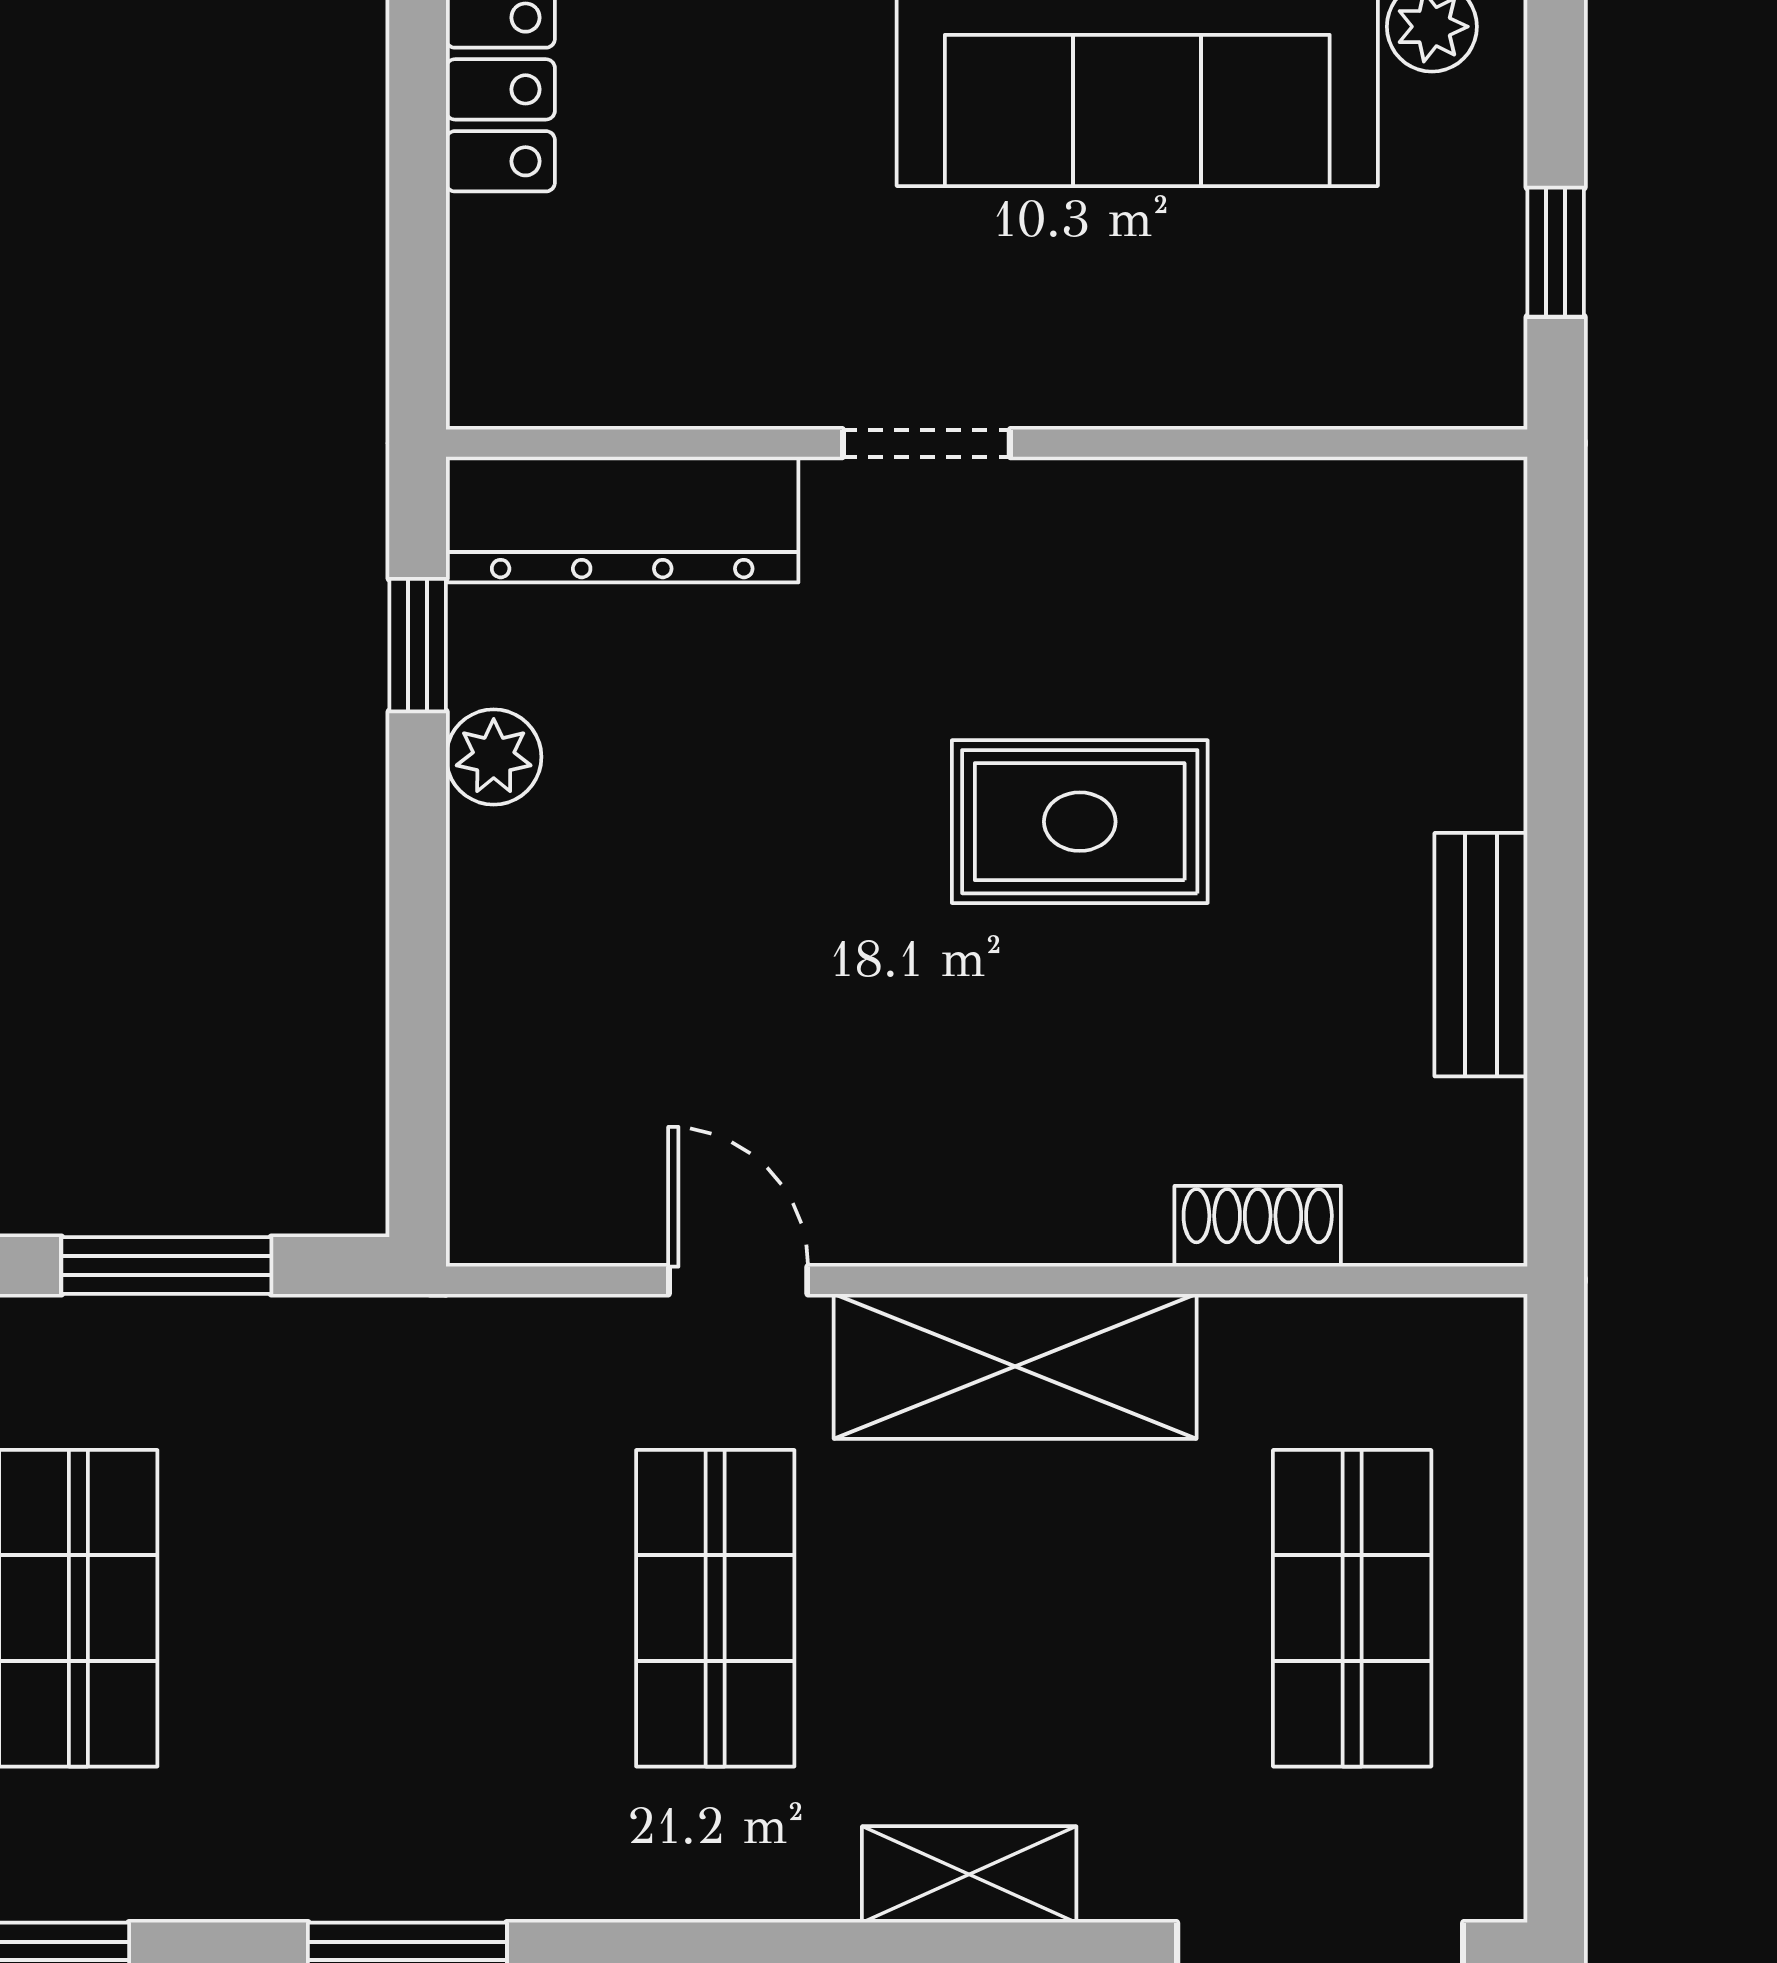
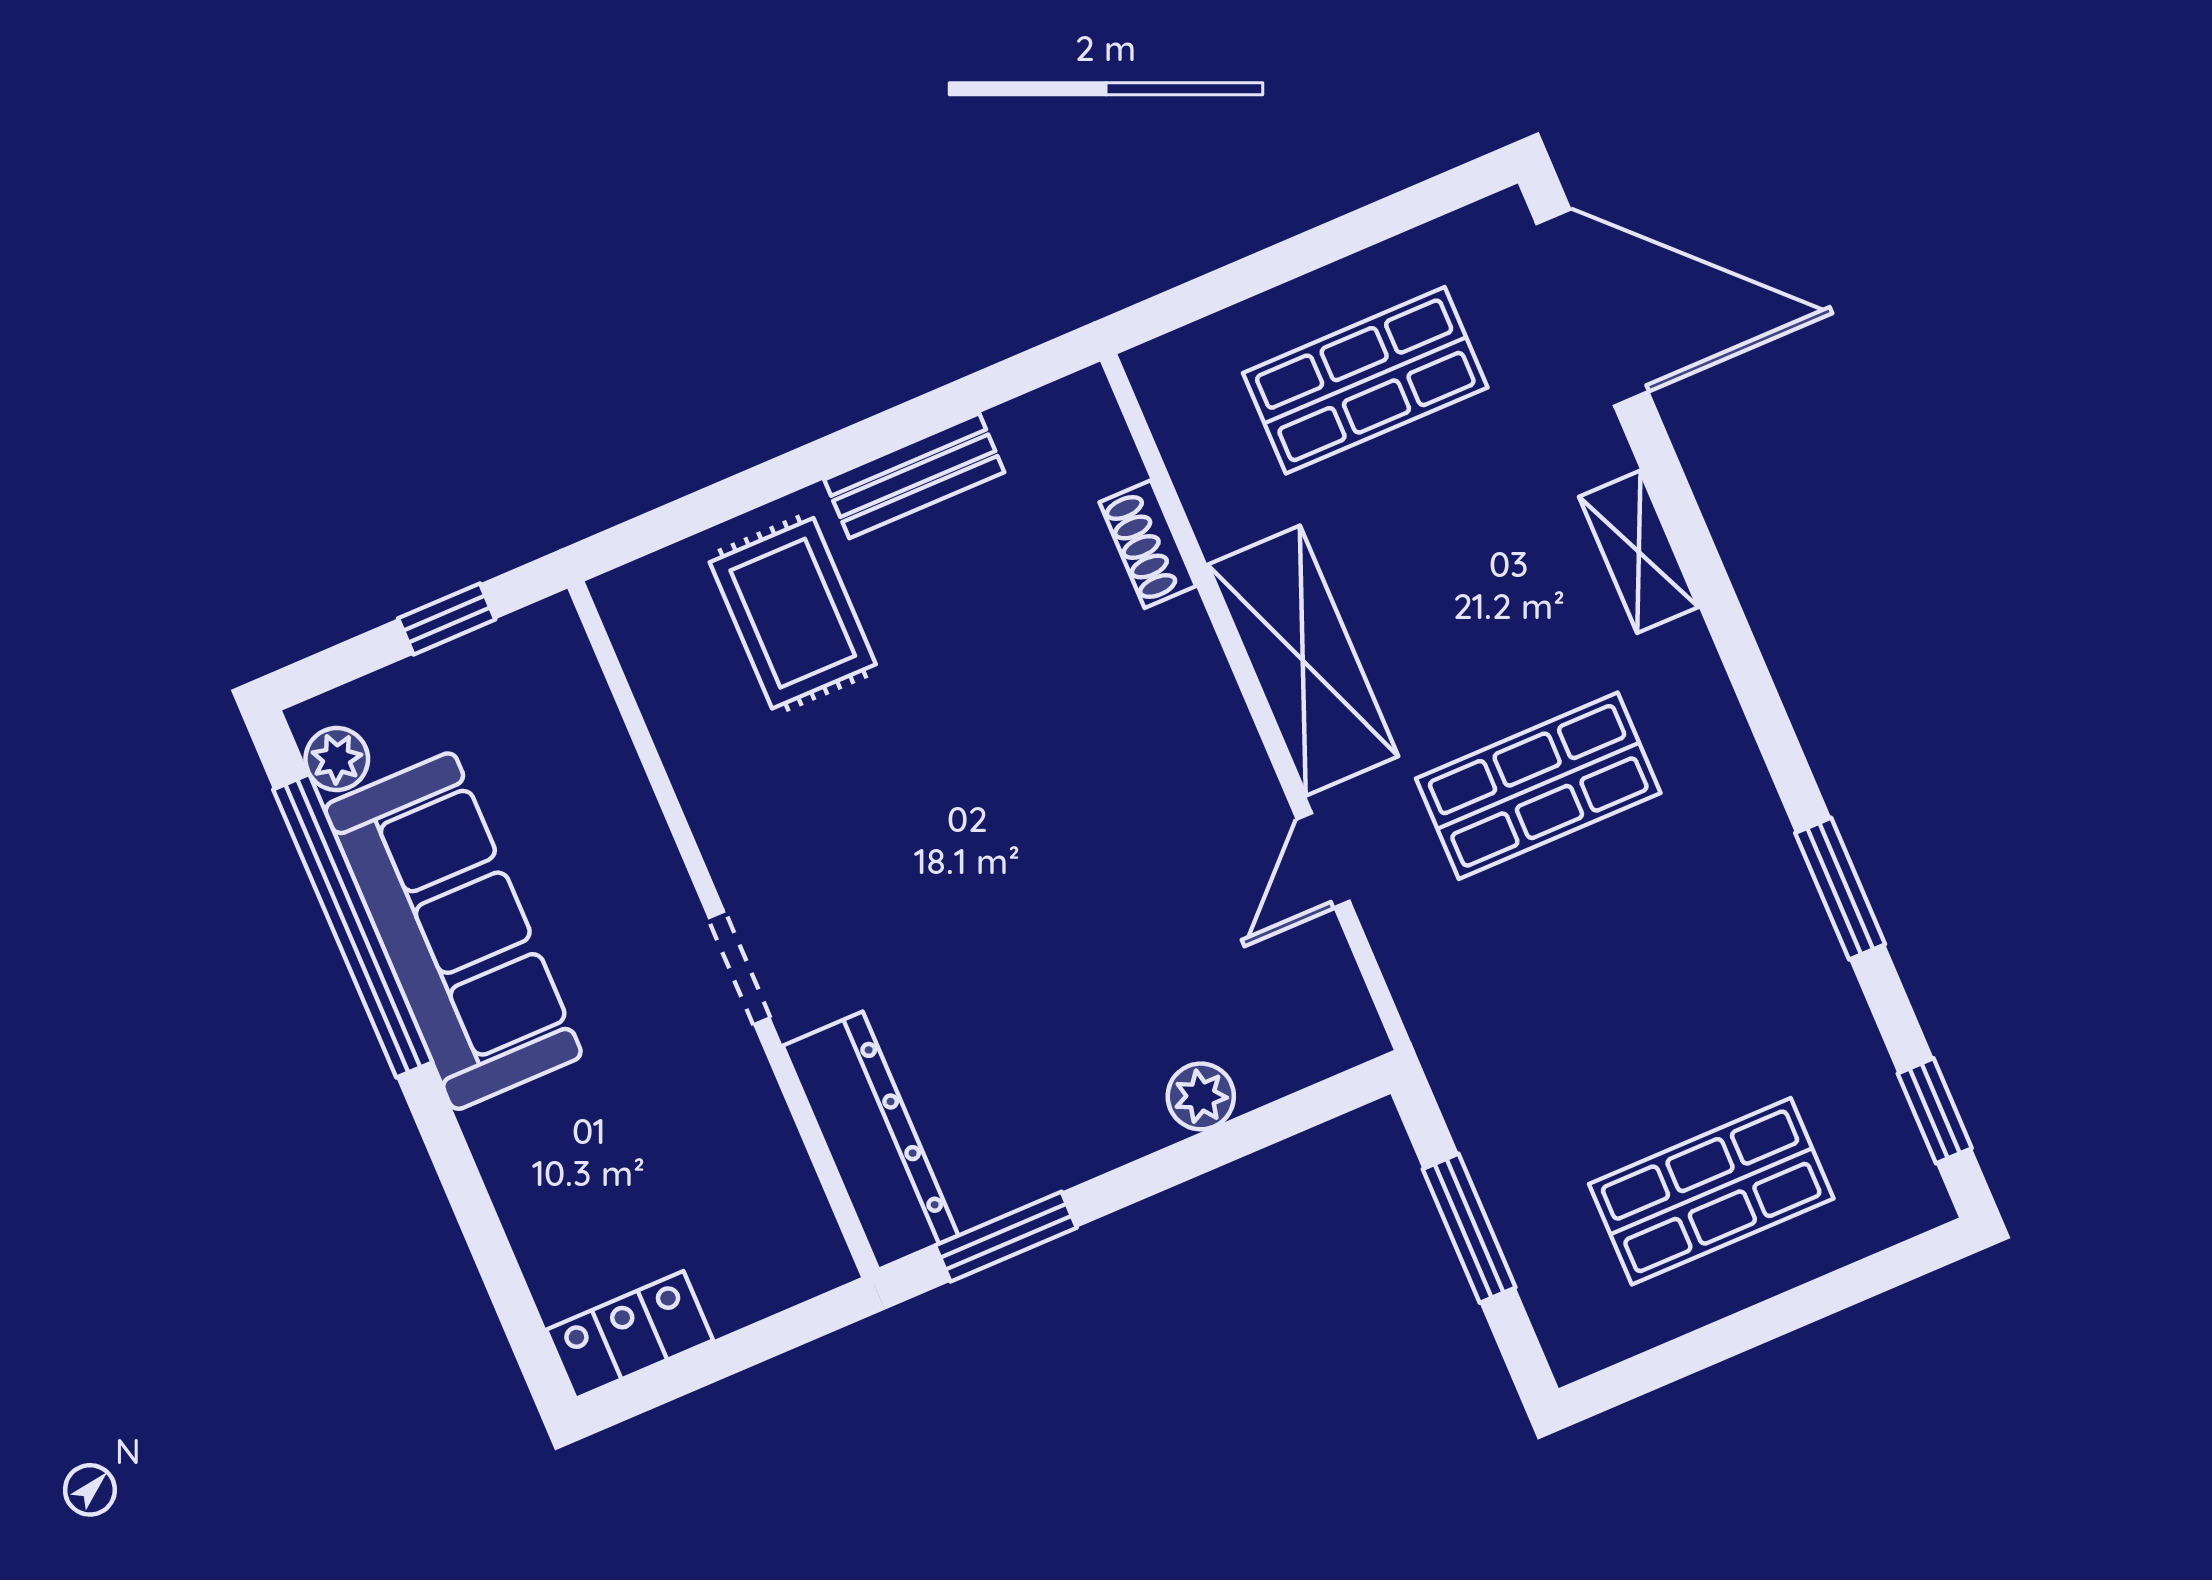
window: (418, 645) -> (1006, 1237), width x1.50
plant: (494, 757) -> (1201, 1096), moved
rug: (1080, 822) -> (793, 613), moved

